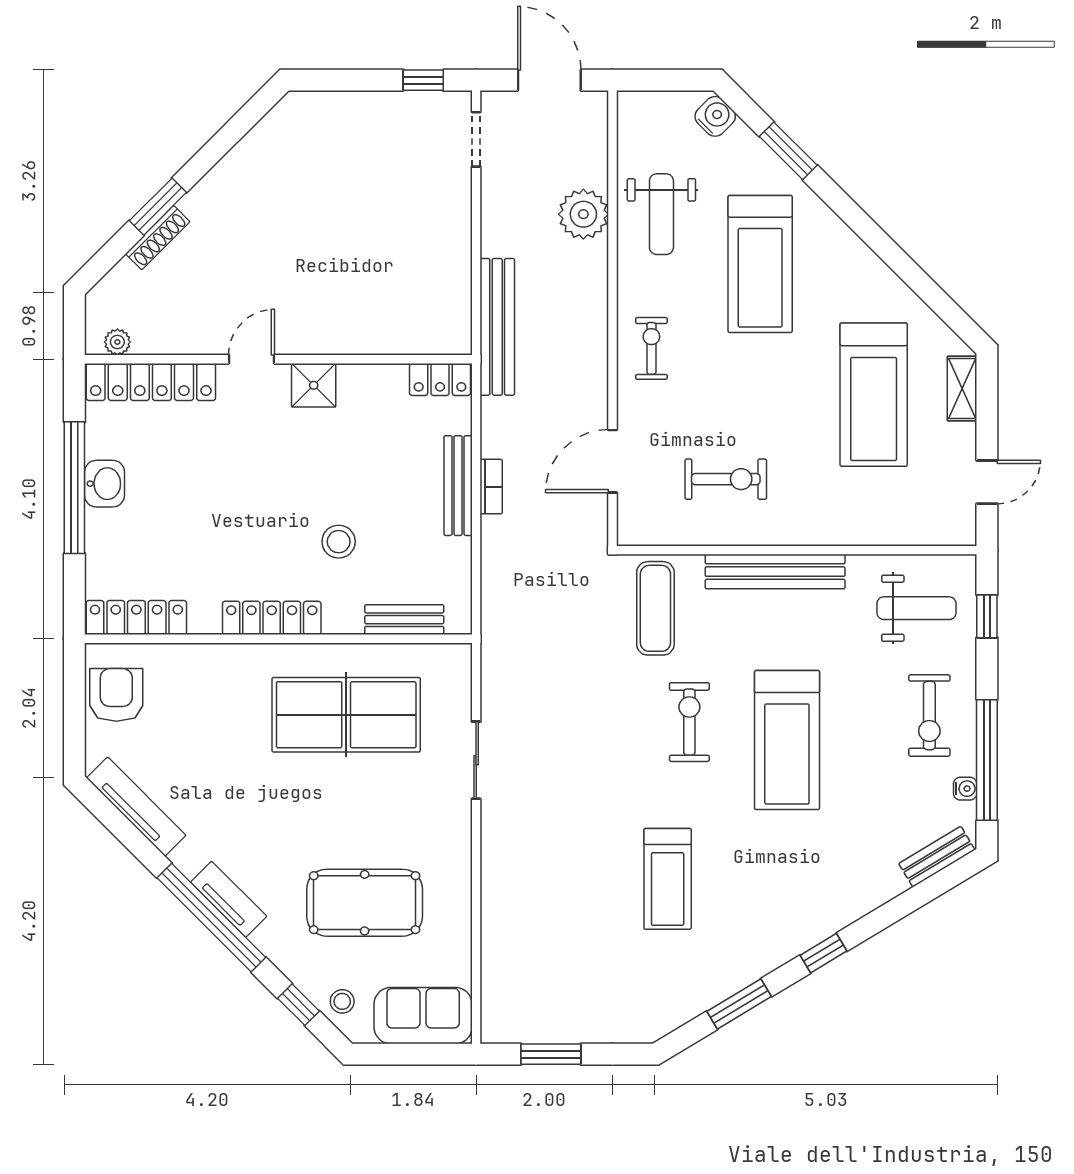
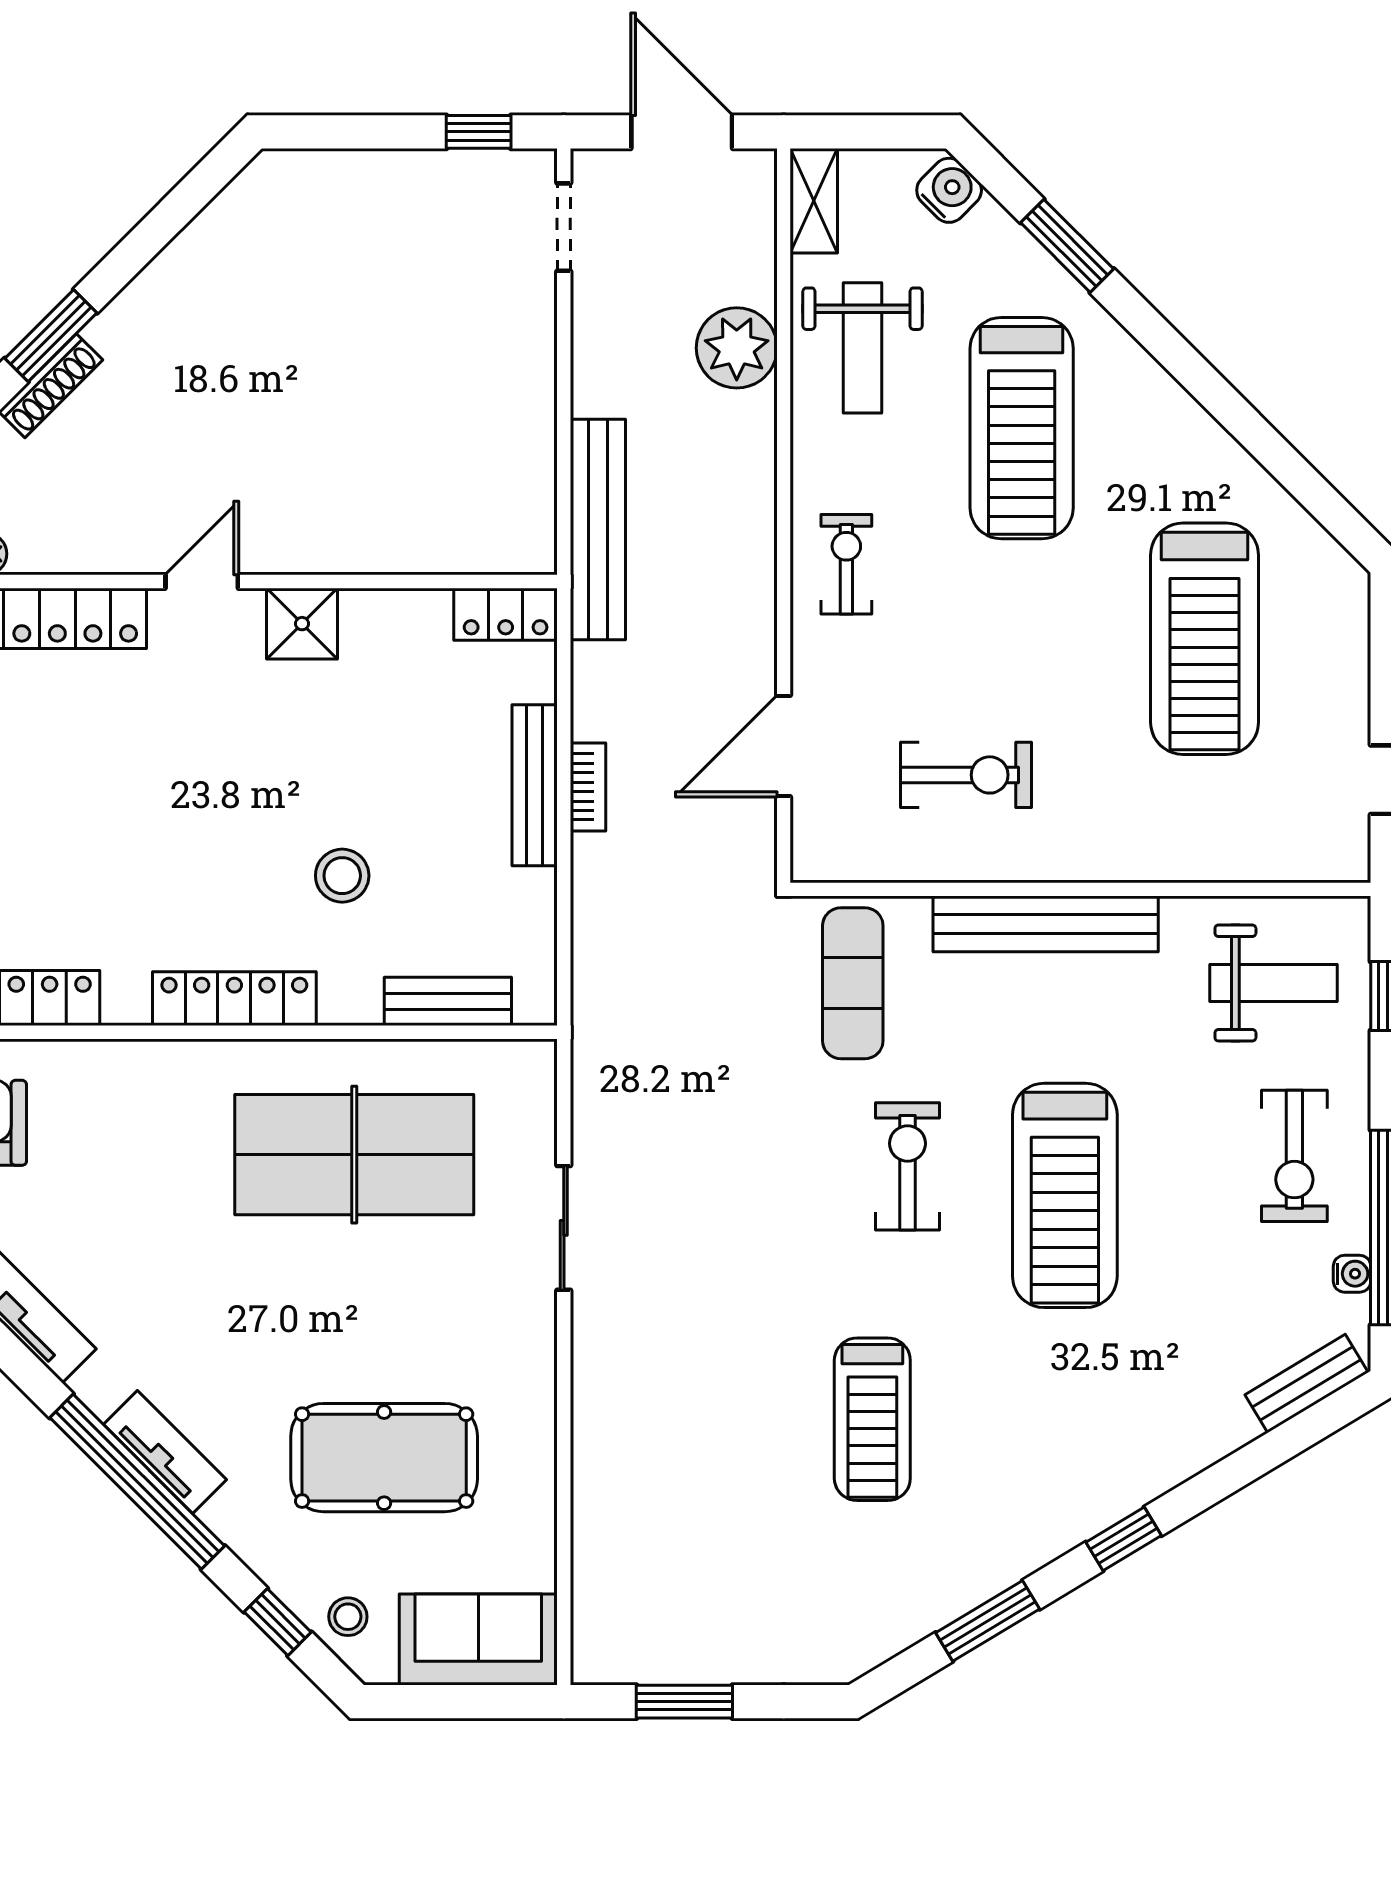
shelving: (962, 389) -> (814, 201), moved

